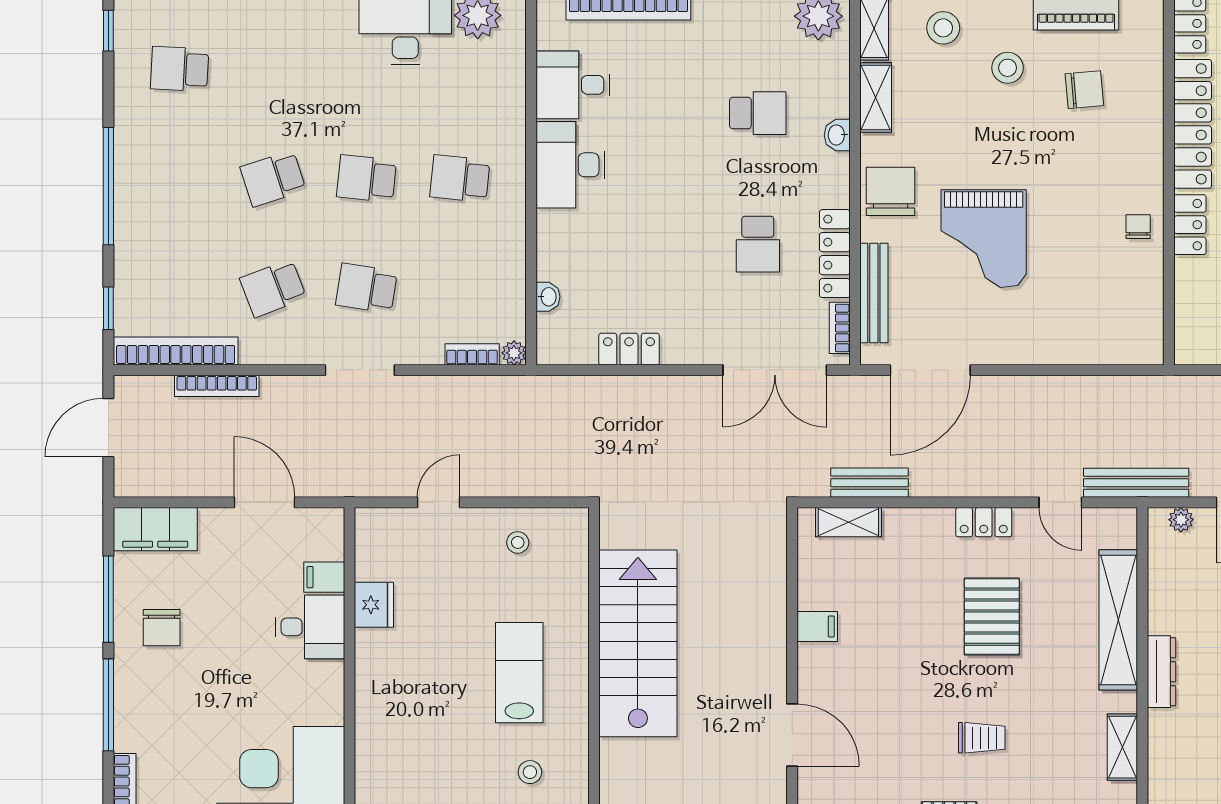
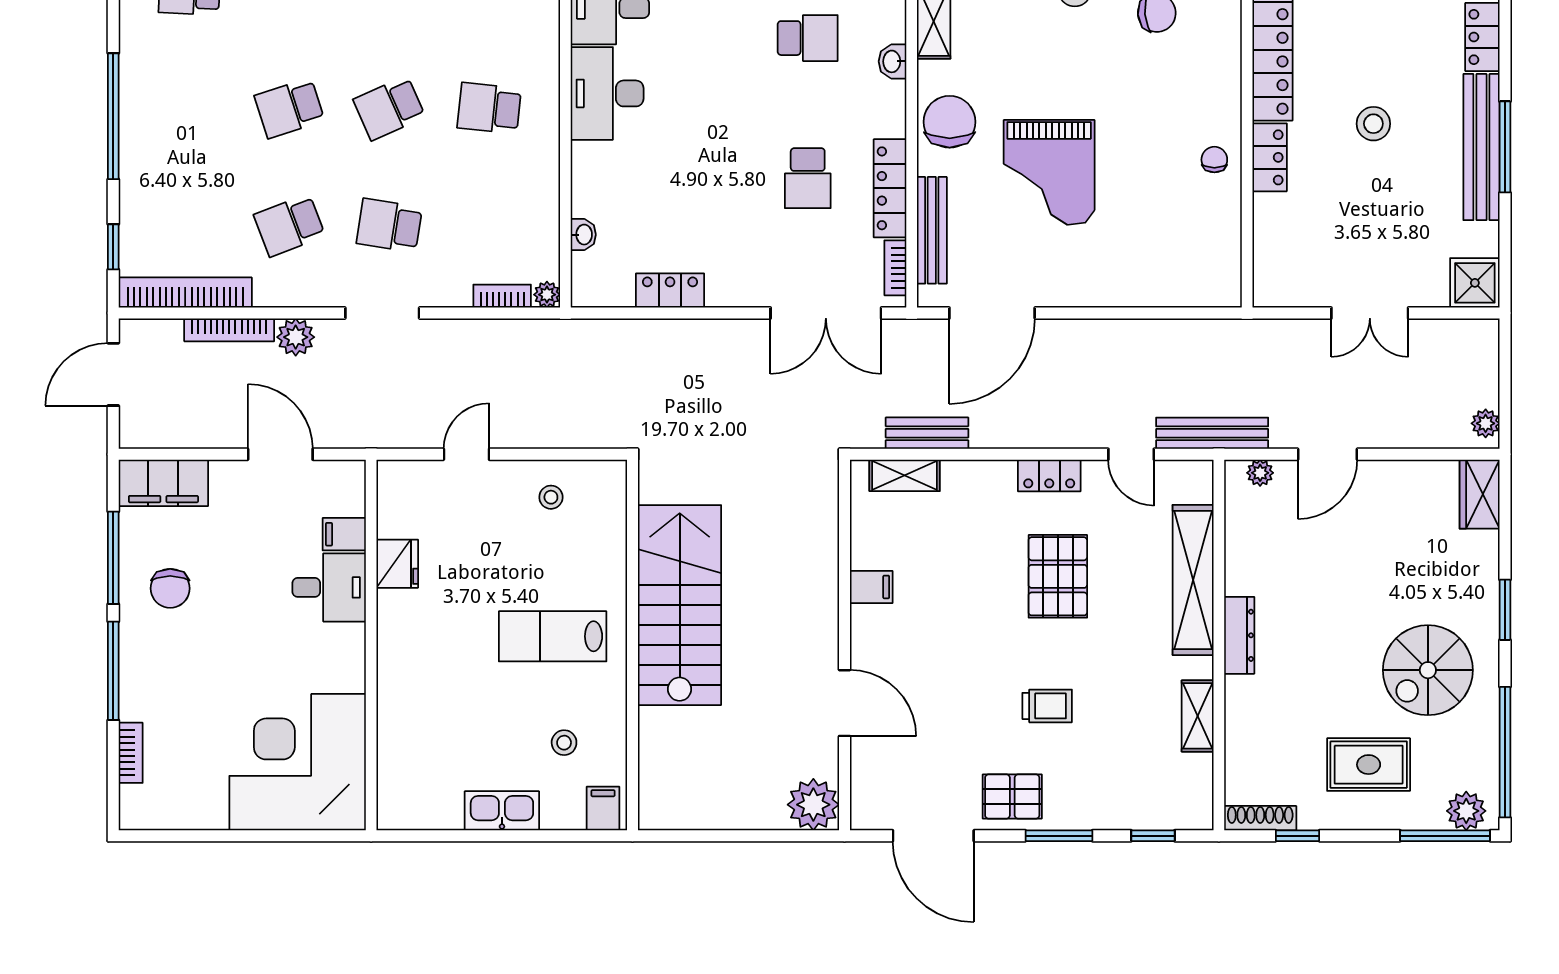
school desk: (366, 179) -> (389, 108), turned -30
plant: (279, 393) -> (296, 337), added
lab bench: (519, 673) -> (553, 636), turned -90

